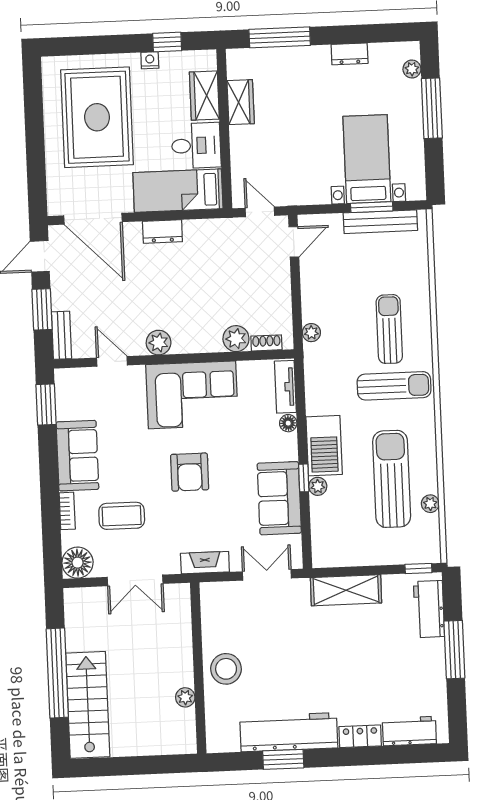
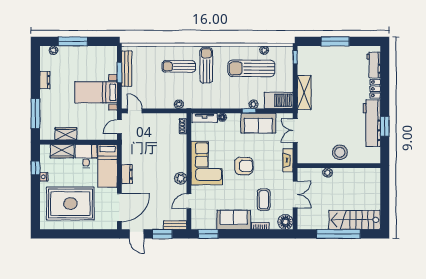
bed with nightstands: (367, 159) -> (96, 92), moved
plant: (236, 339) -> (180, 141), removed
barbecue: (324, 446) -> (279, 100), moved
workbench: (429, 609) -> (315, 53), removed
plant: (185, 697) -> (328, 173), moved

